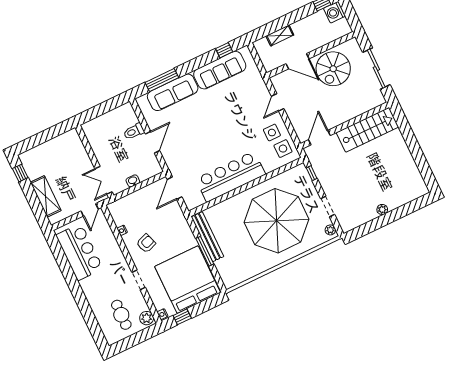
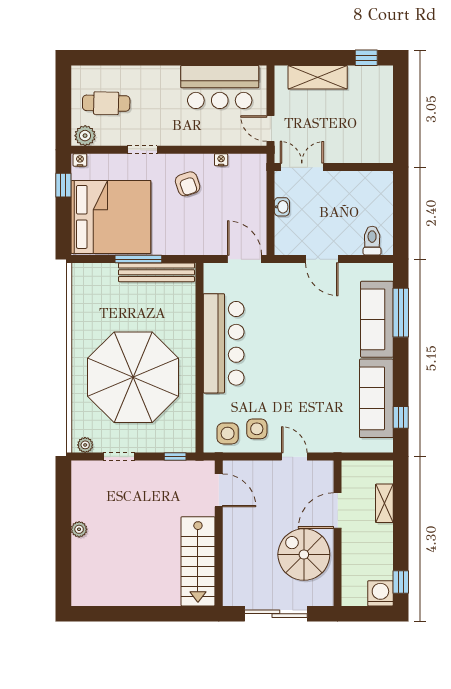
toilet: (134, 131) -> (372, 241), moved

